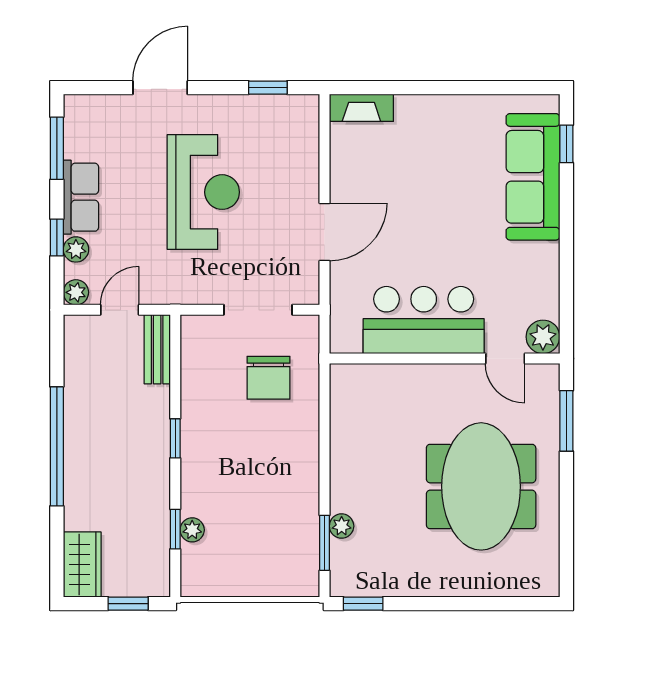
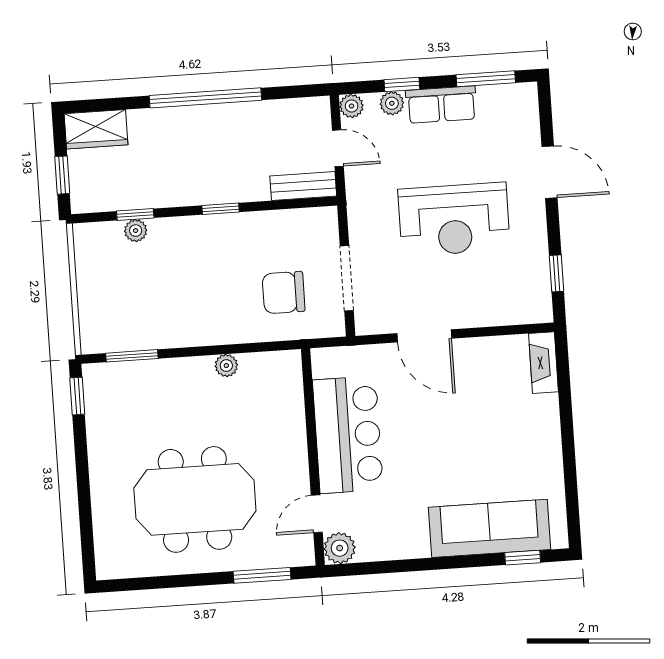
plant: (342, 526) -> (226, 366), moved

